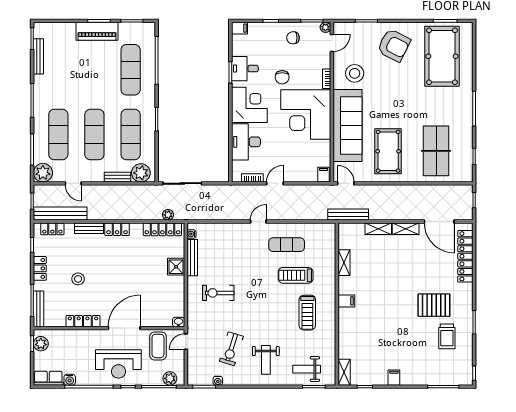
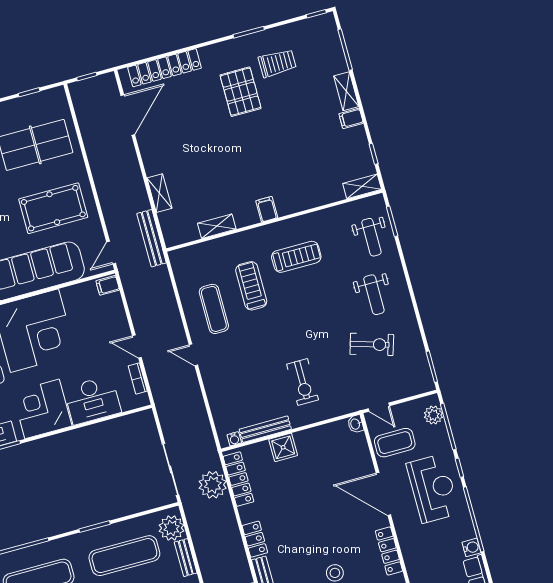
plant: (168, 215) -> (213, 485), width x1.87, depth x1.87
shelving: (406, 229) -> (346, 91), moved
treadmill: (296, 275) -> (251, 286), turned 180
weight bench: (266, 360) -> (374, 295), turned 90
water cooler: (218, 381) -> (419, 351), removed

